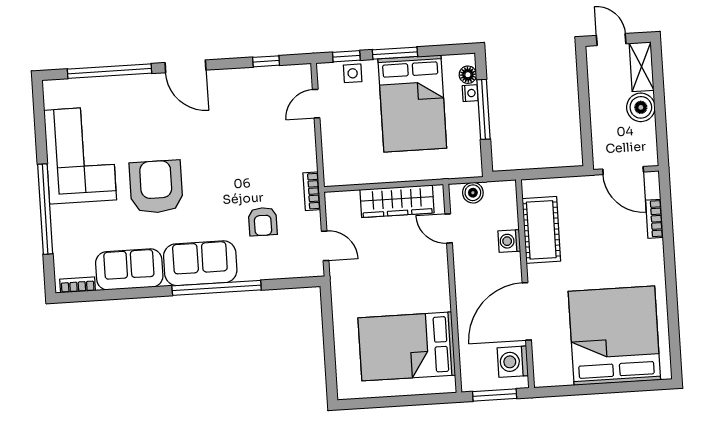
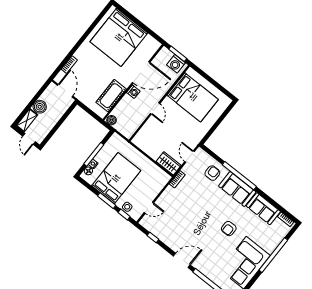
door: (186, 66) -> (182, 260), hinge flipped
armchair: (156, 187) -> (229, 229), width x0.53, depth x0.53
boiler: (473, 193) -> (112, 120), moved
wardrobe: (397, 201) -> (169, 163), moved, width x0.67
armchair: (263, 222) -> (212, 173), moved
door: (449, 228) -> (155, 108), moved
washing machine: (509, 241) -> (133, 92), moved
washing machine: (513, 362) -> (176, 64), moved, turned 90

